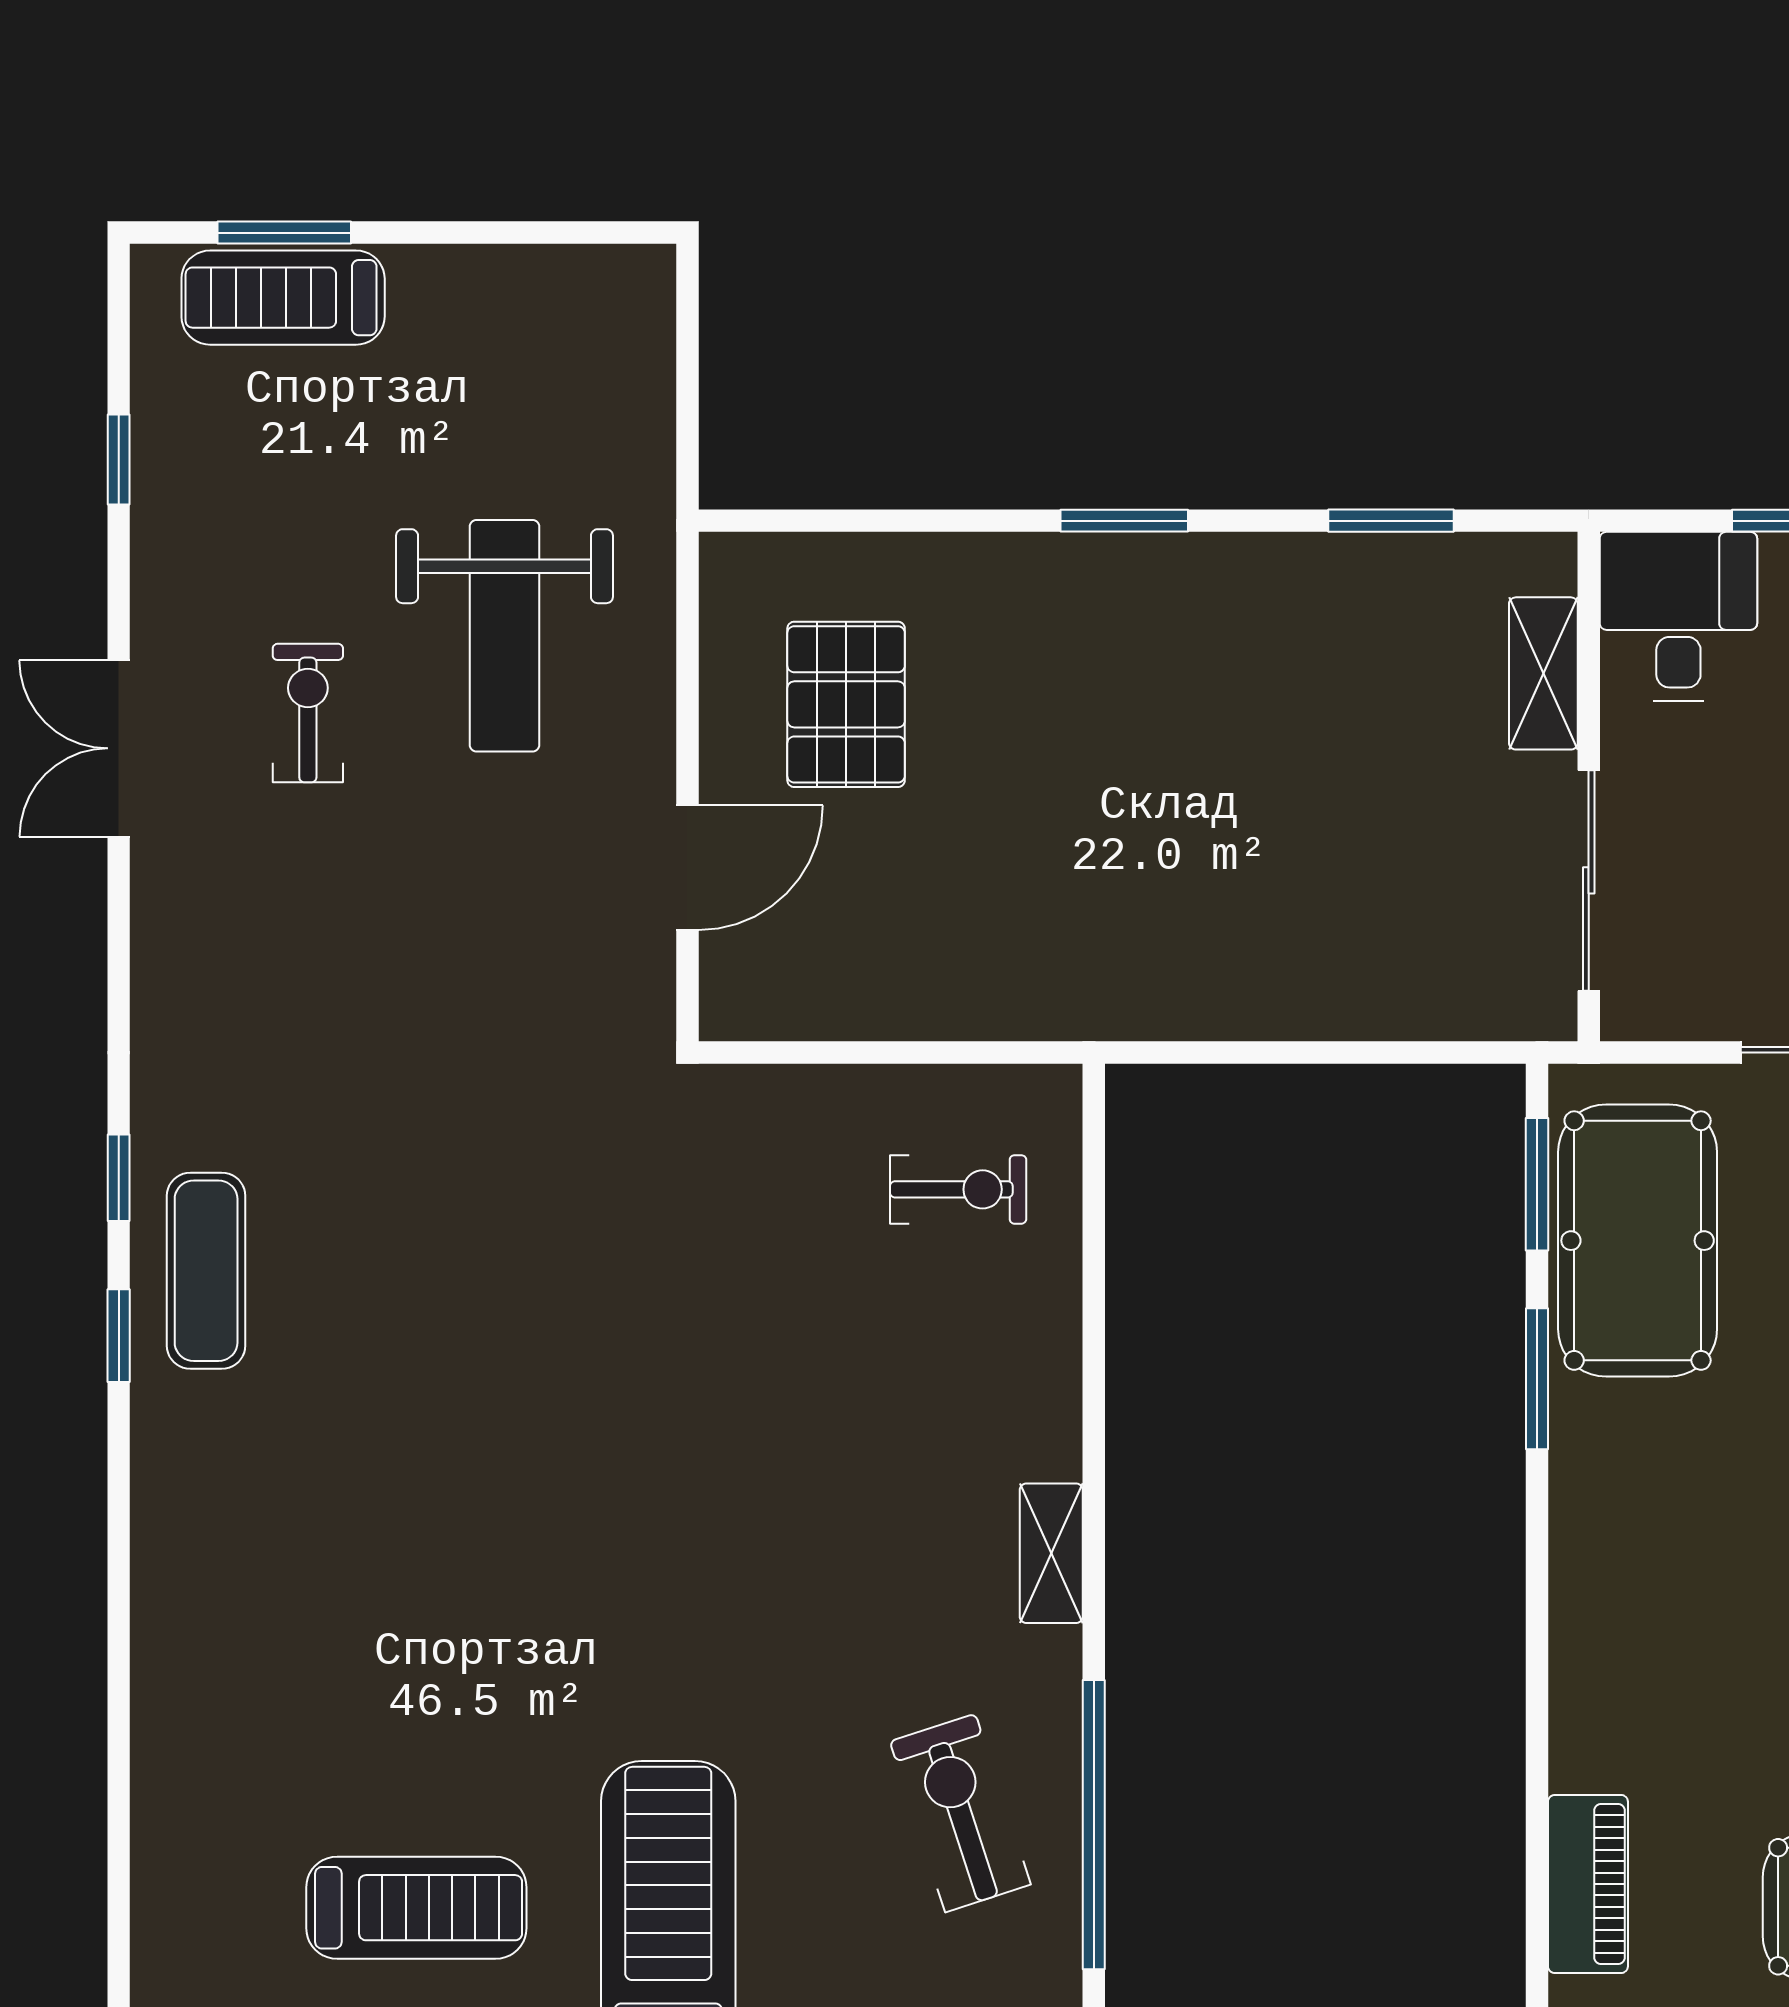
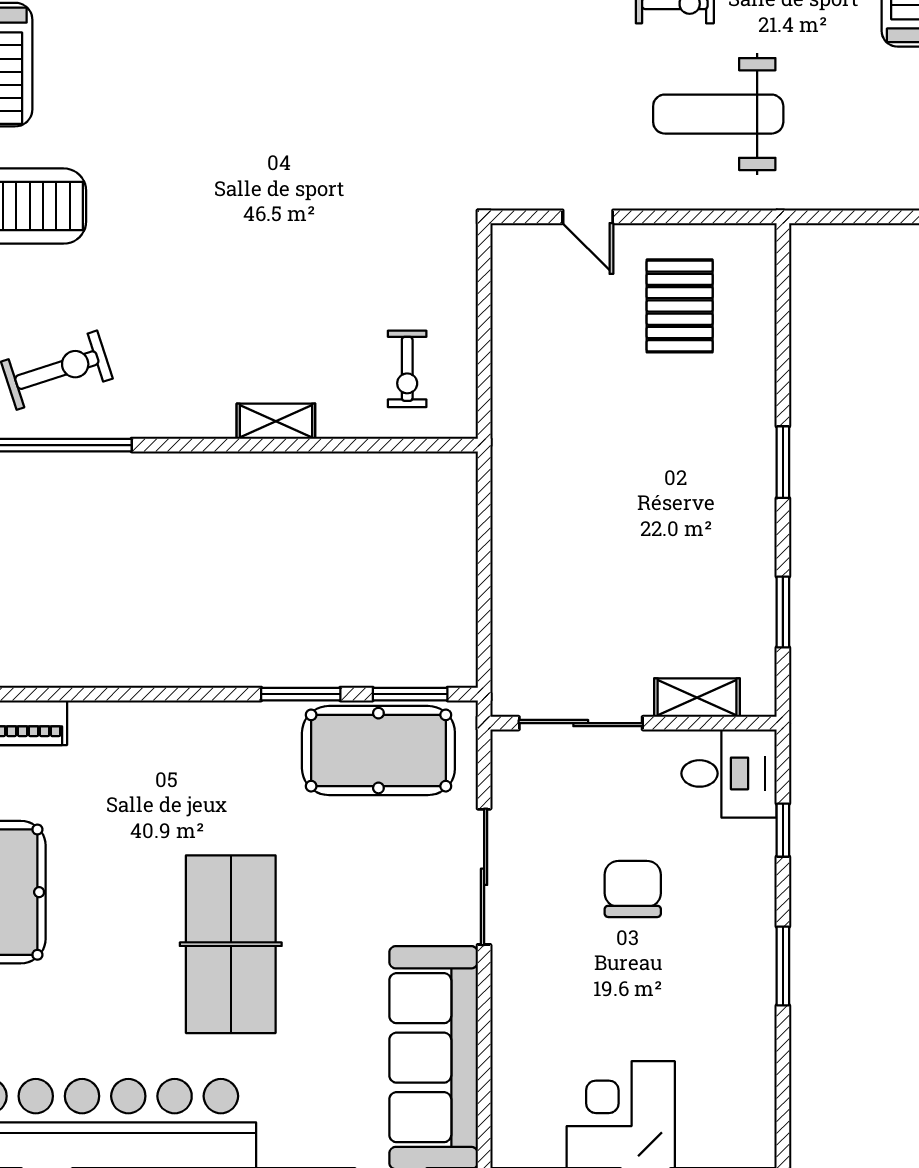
pallet: (846, 704) -> (680, 306), turned 90
door: (687, 868) -> (588, 217), width x0.73
shelving: (1051, 1553) -> (276, 421), moved

